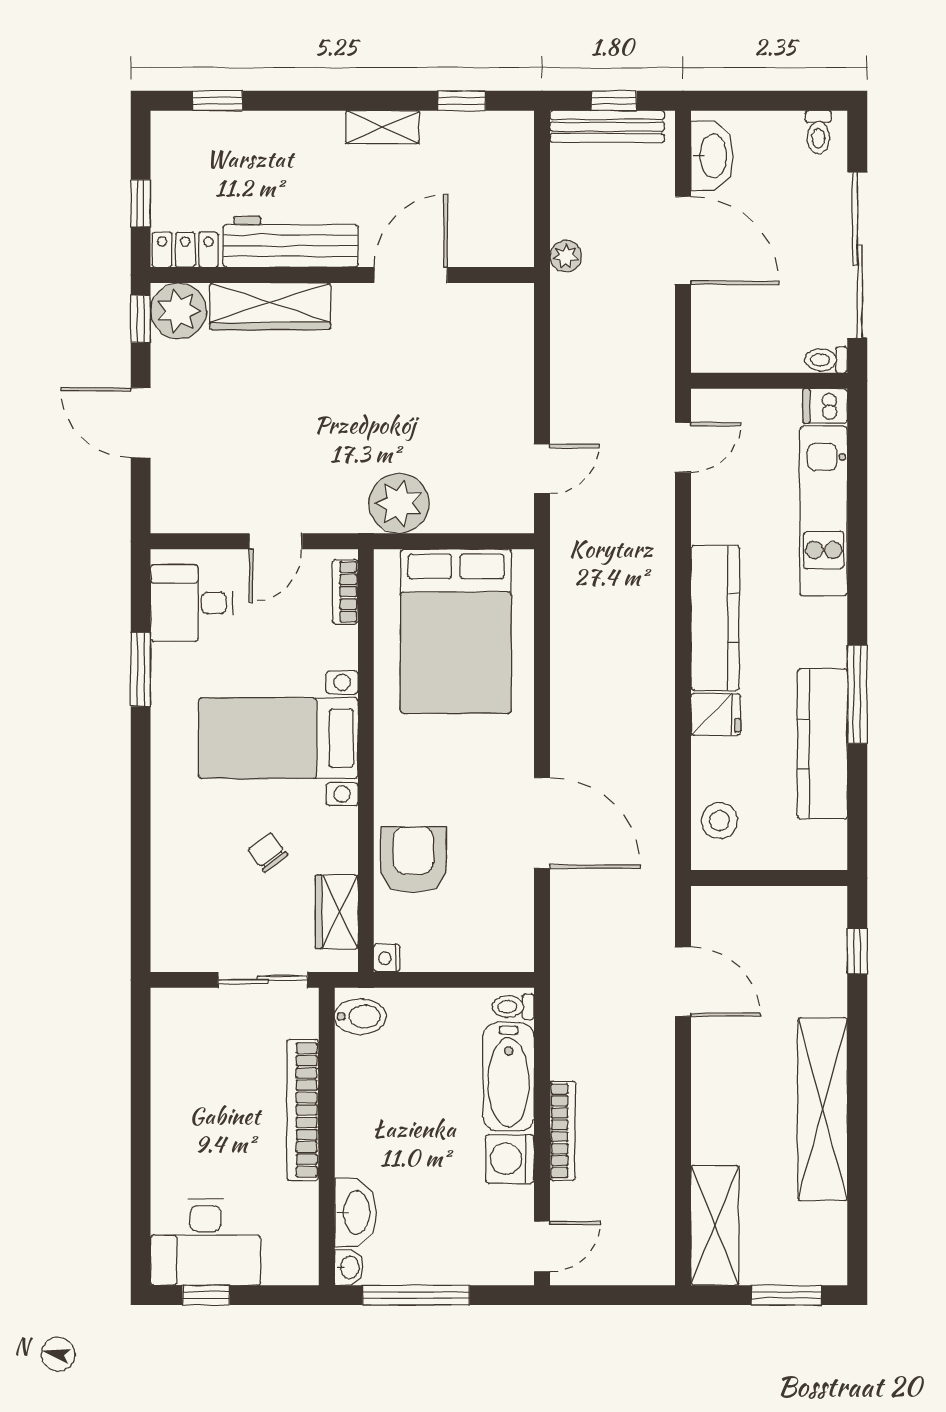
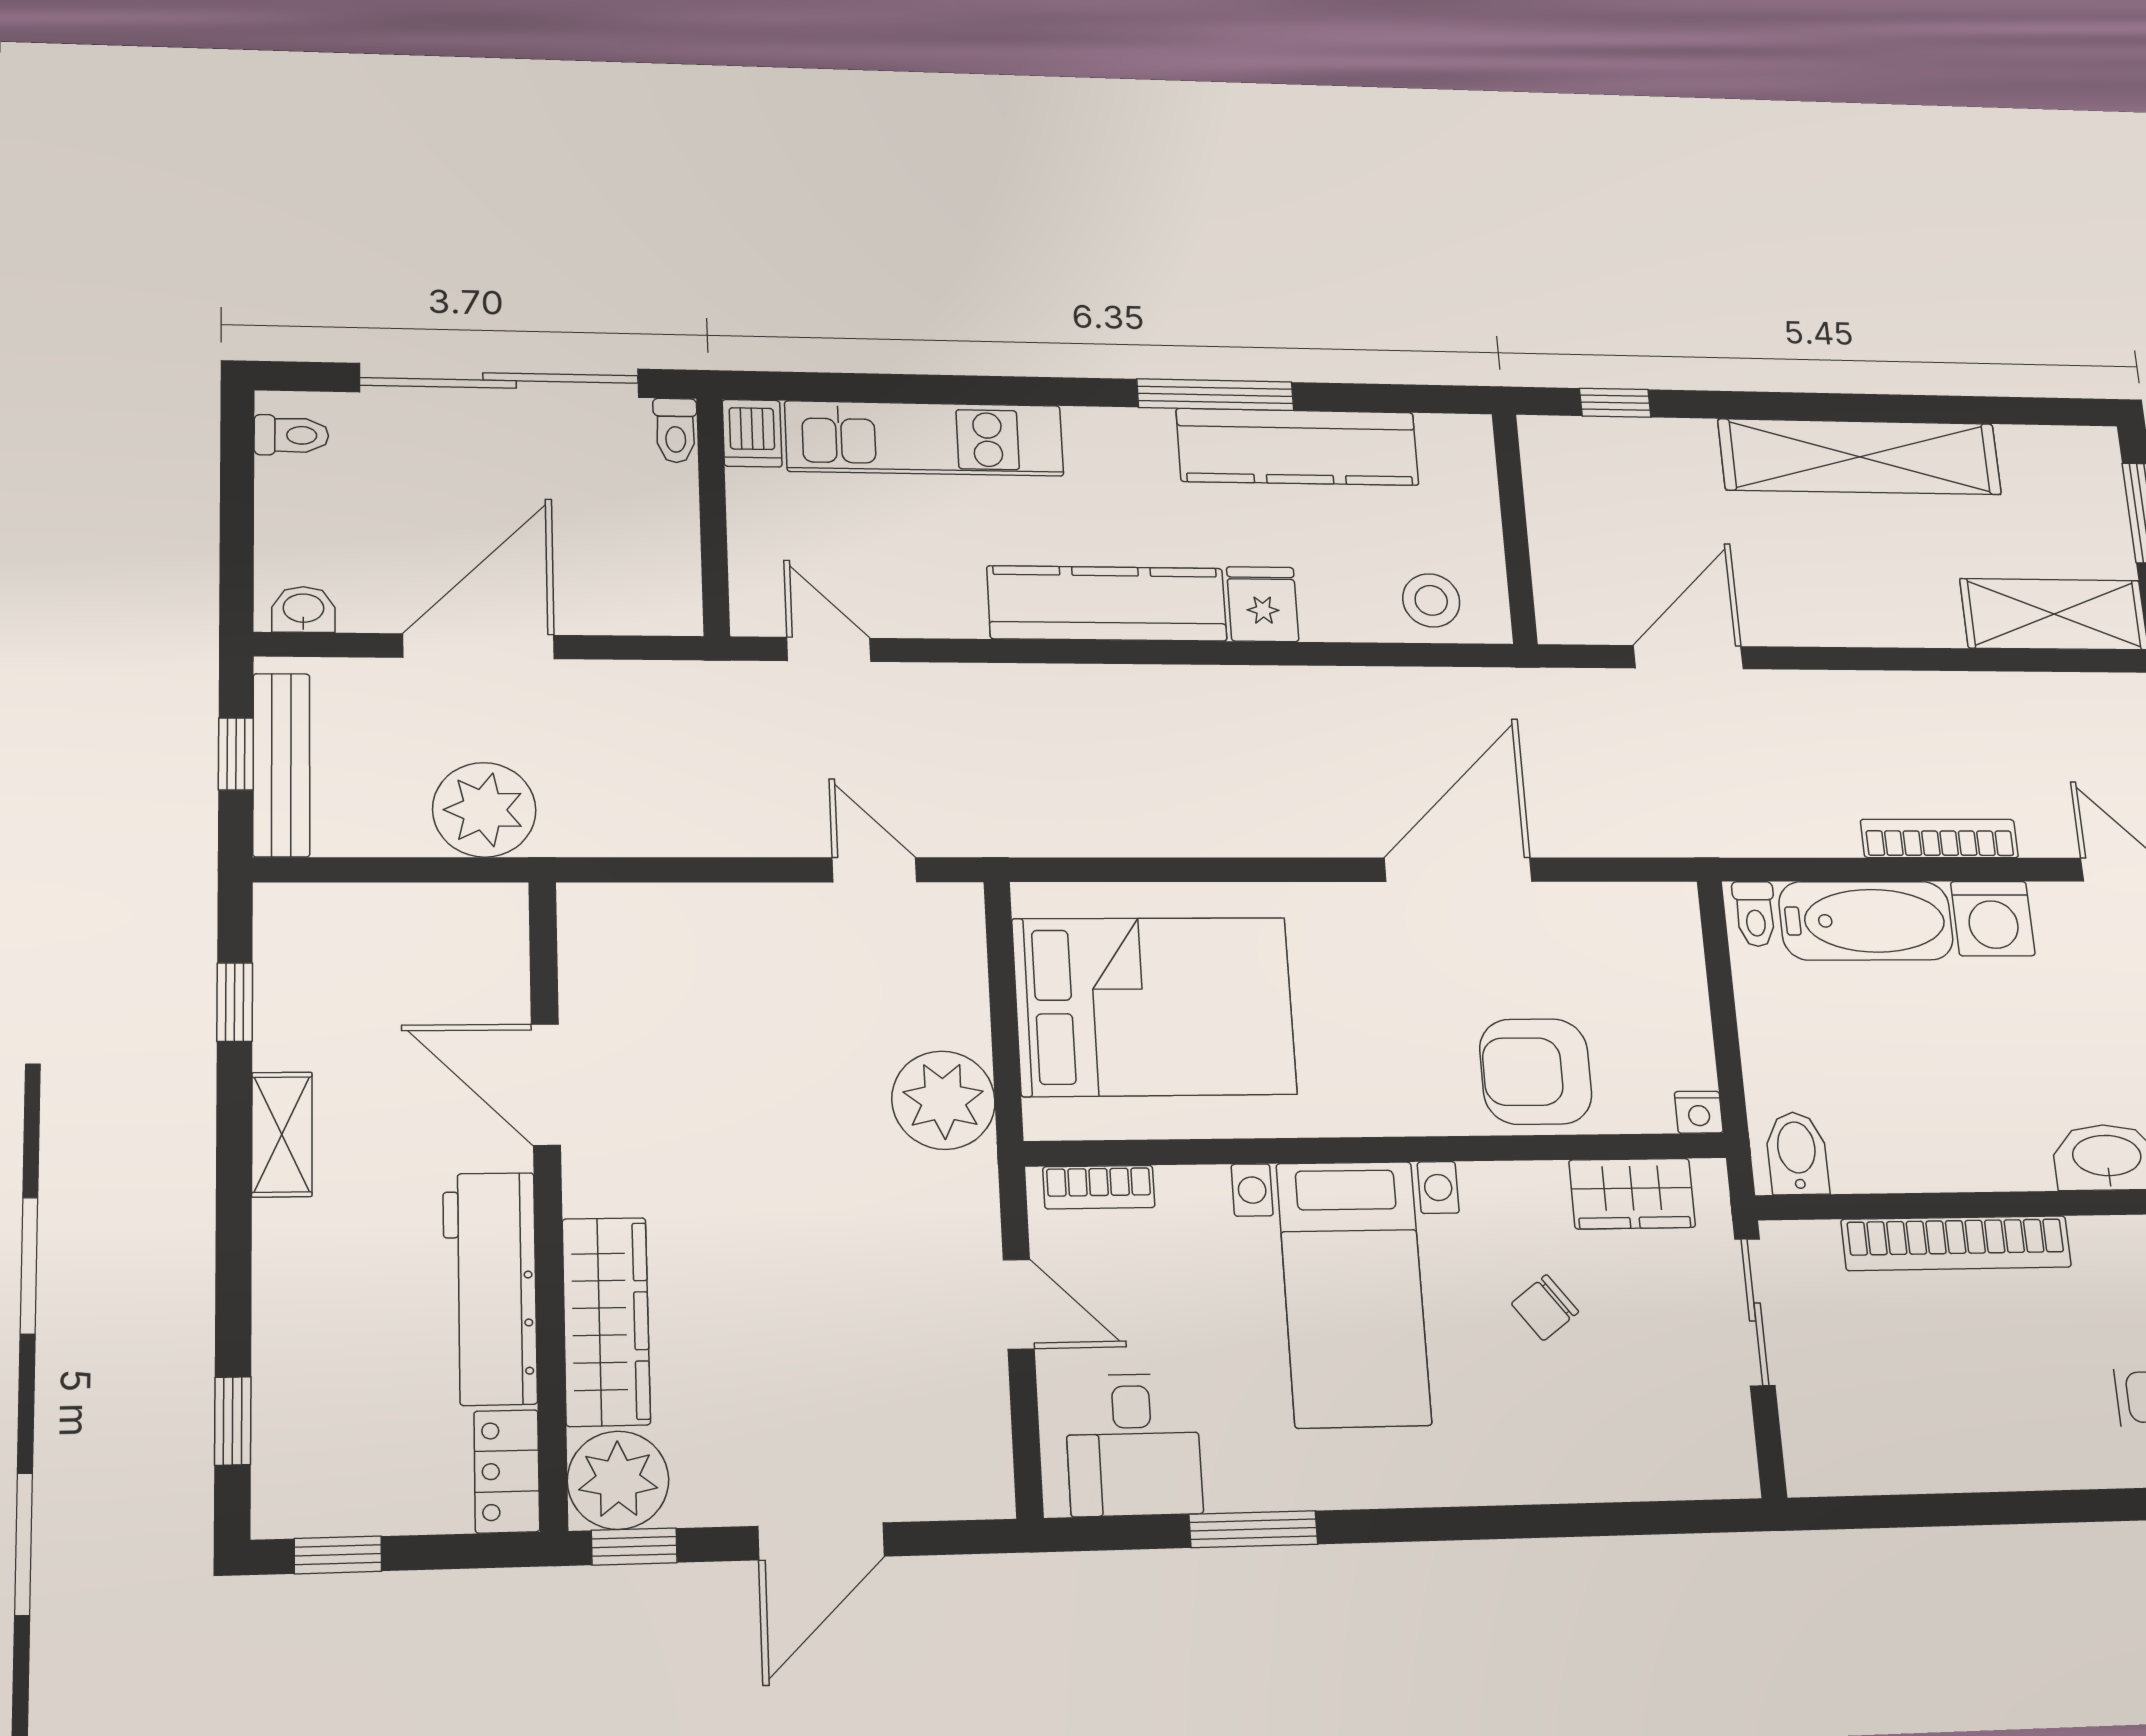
washbasin: (712, 156) -> (303, 609), width x0.52, depth x0.69
window: (141, 203) -> (338, 1555), moved
plant: (566, 256) -> (484, 810), width x1.87, depth x1.87

